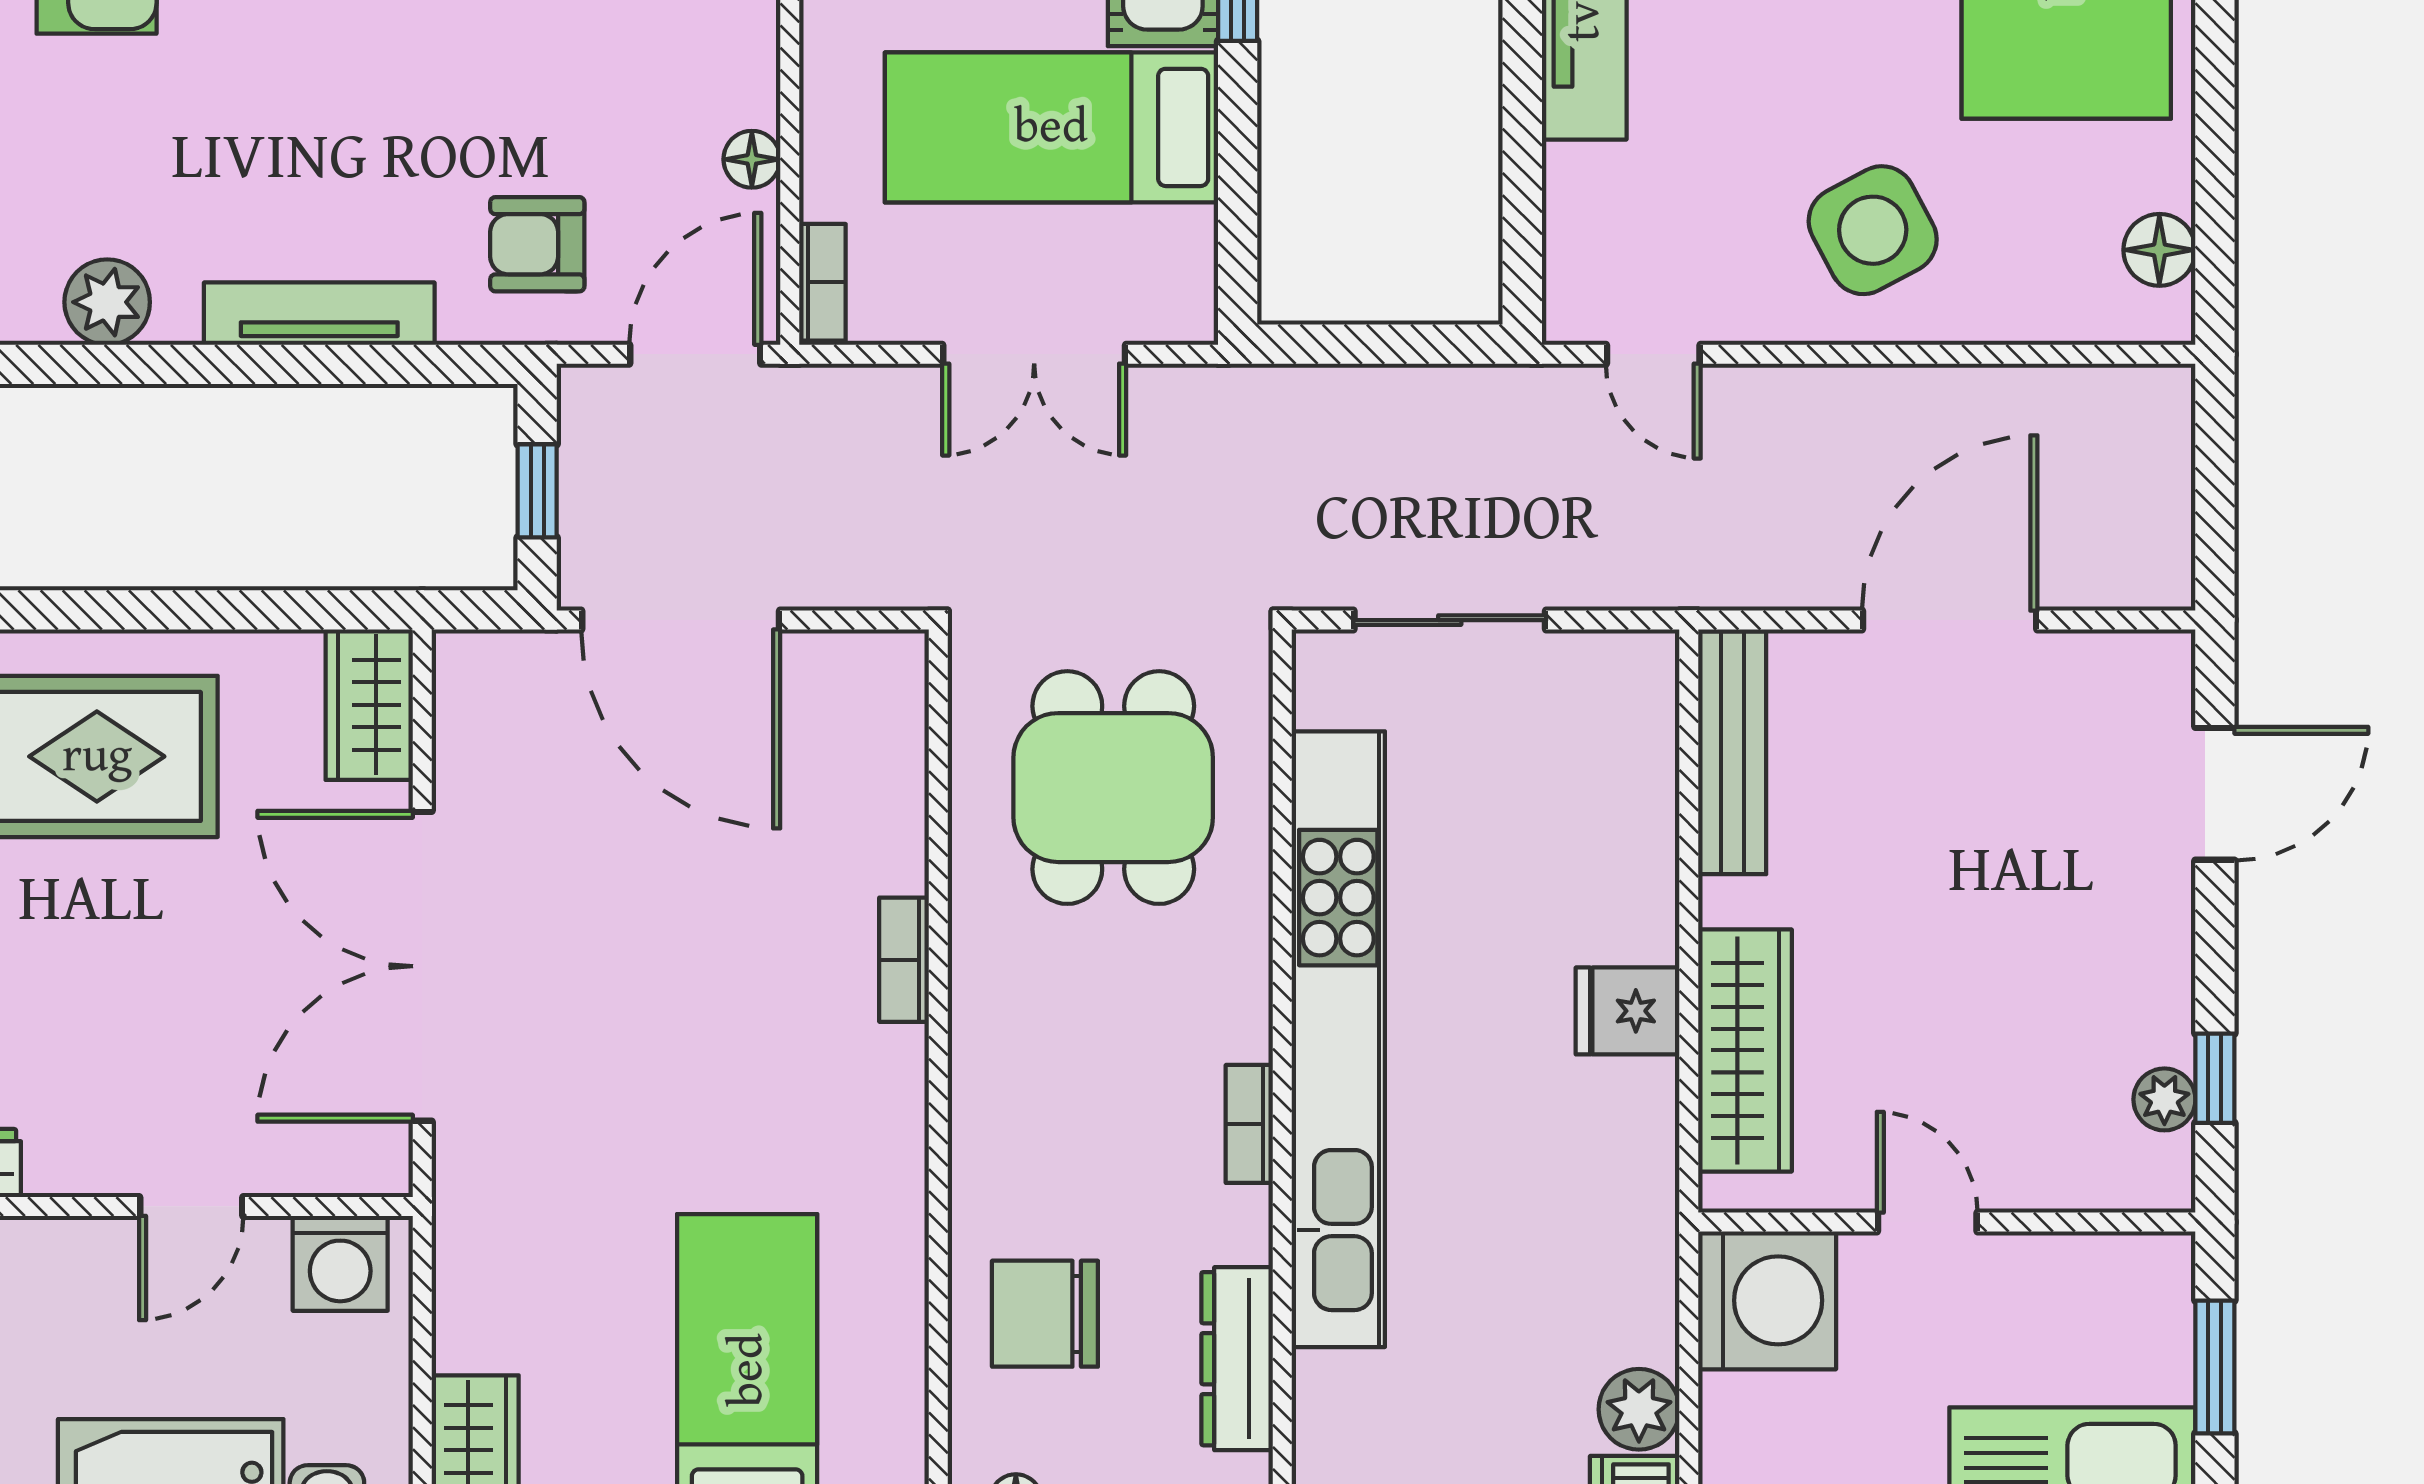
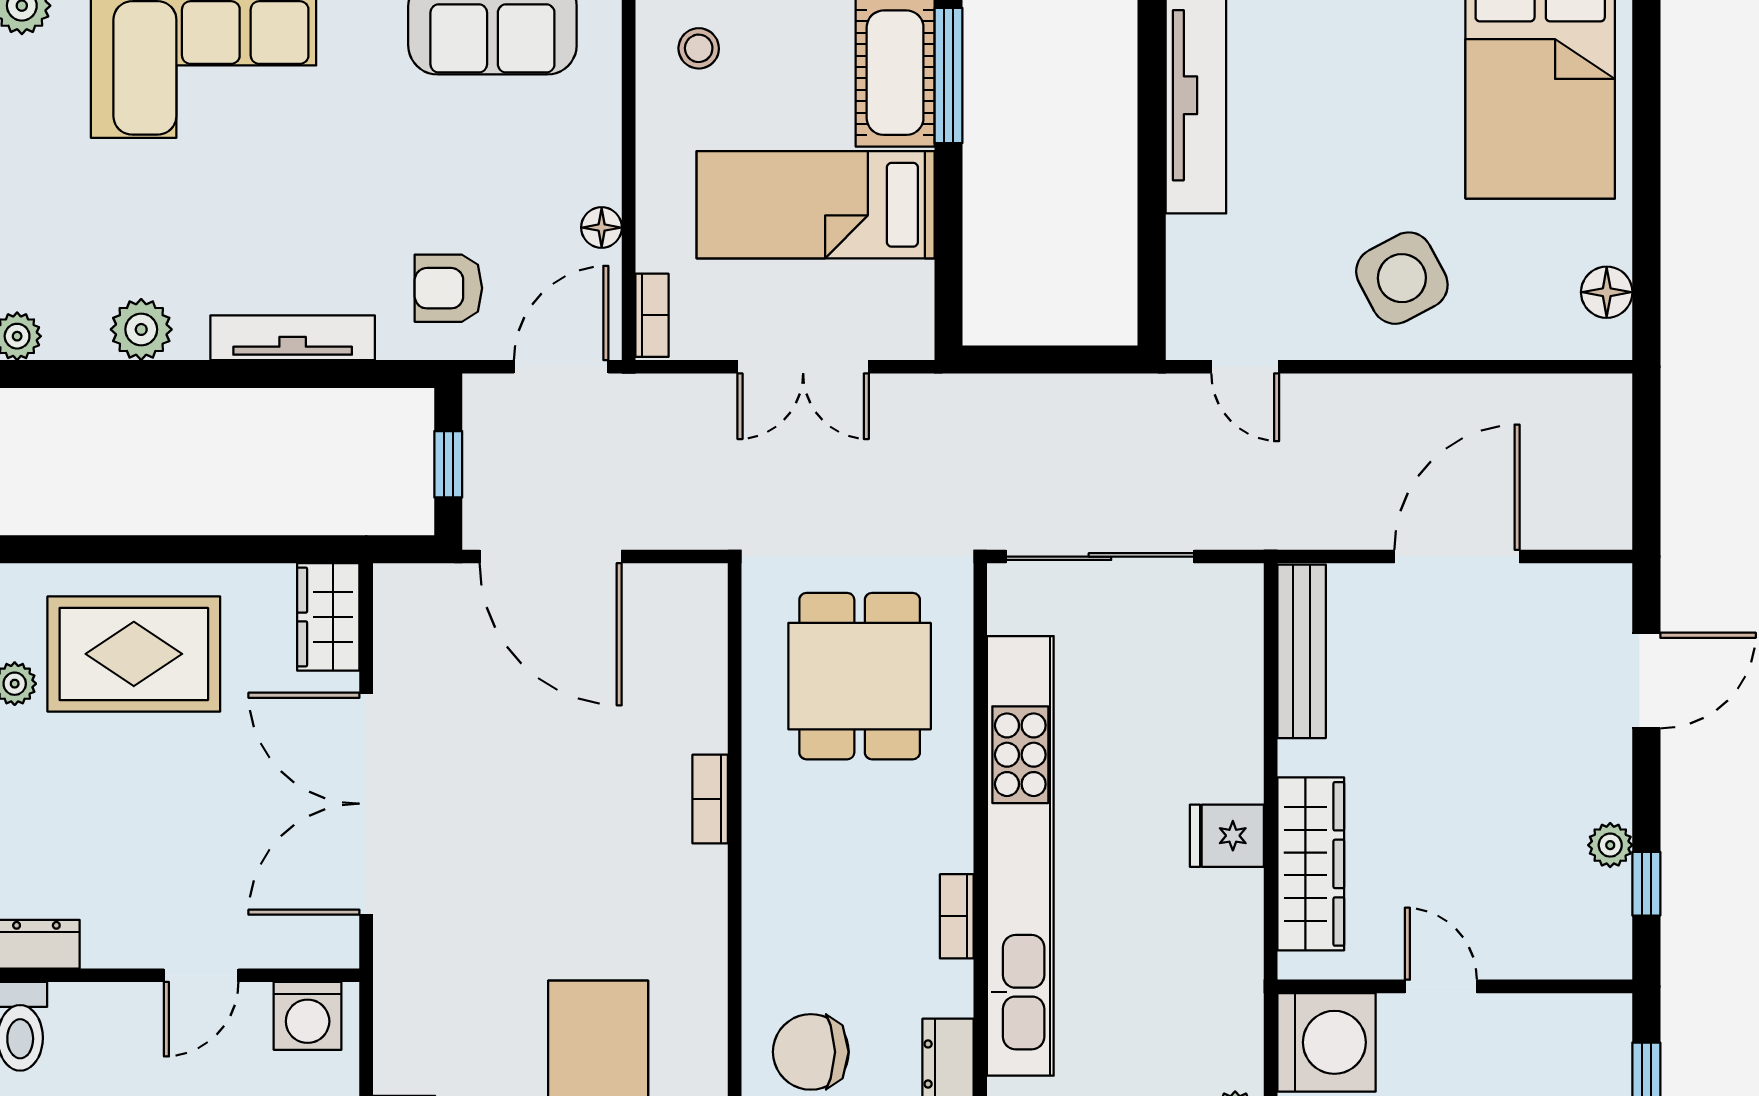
sliding door: (1450, 620) -> (1100, 557), width x1.37
plant: (2164, 1099) -> (1610, 845), moved

